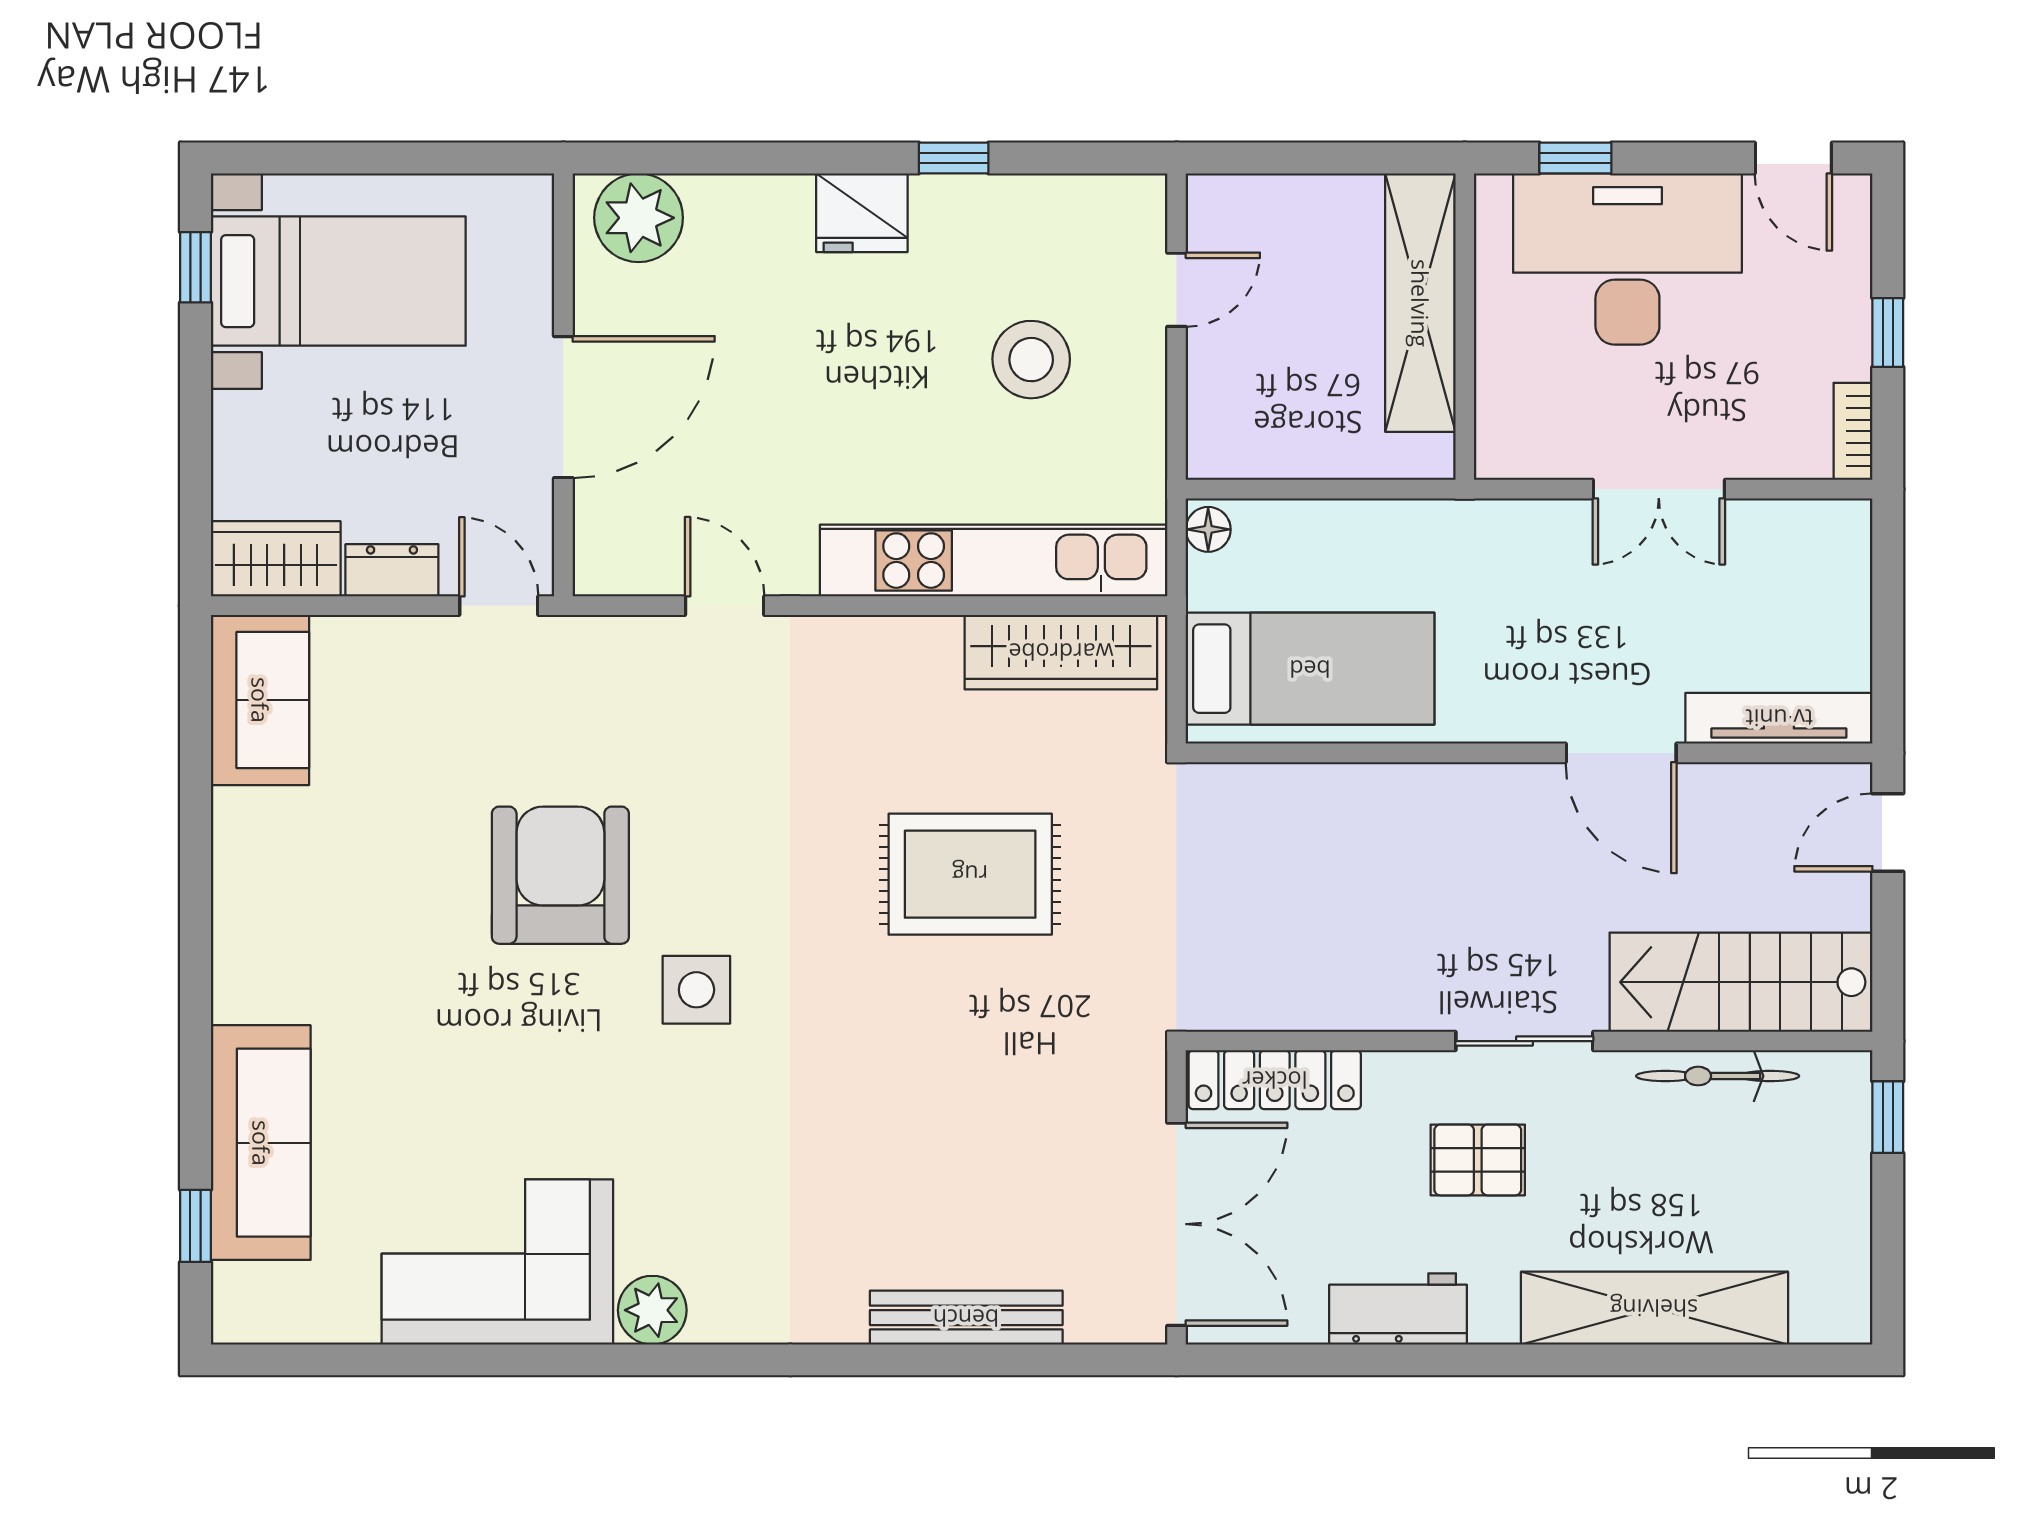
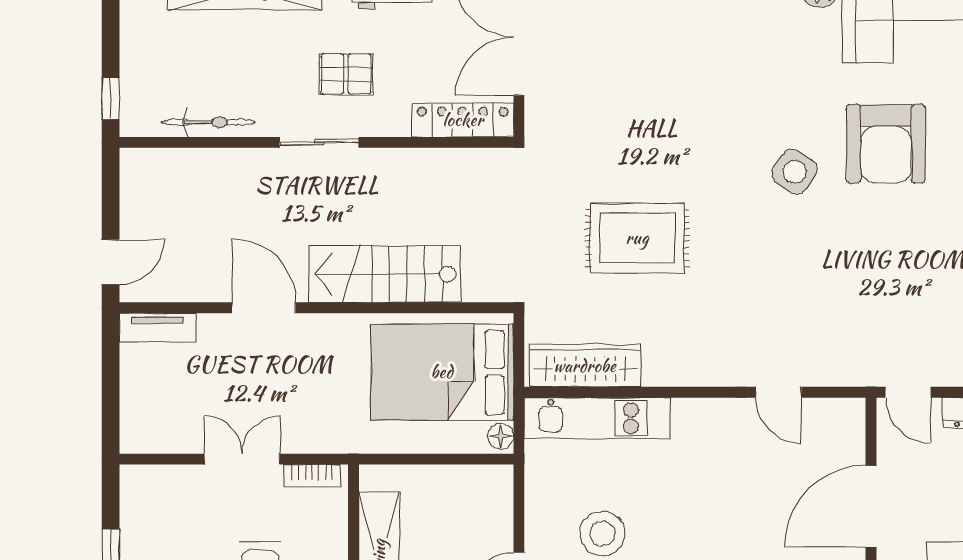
bookcase: (1853, 431) -> (312, 476), moved, turned 90
kitchen unit: (994, 561) -> (597, 418), width x0.73
bed: (1310, 669) -> (442, 372), width x1.50
tv unit: (1779, 718) -> (158, 328), width x0.71
armchair: (560, 875) -> (886, 144), moved
stairs: (1741, 982) -> (384, 274), moved, turned 180
side table: (696, 990) -> (795, 172), turned 33

